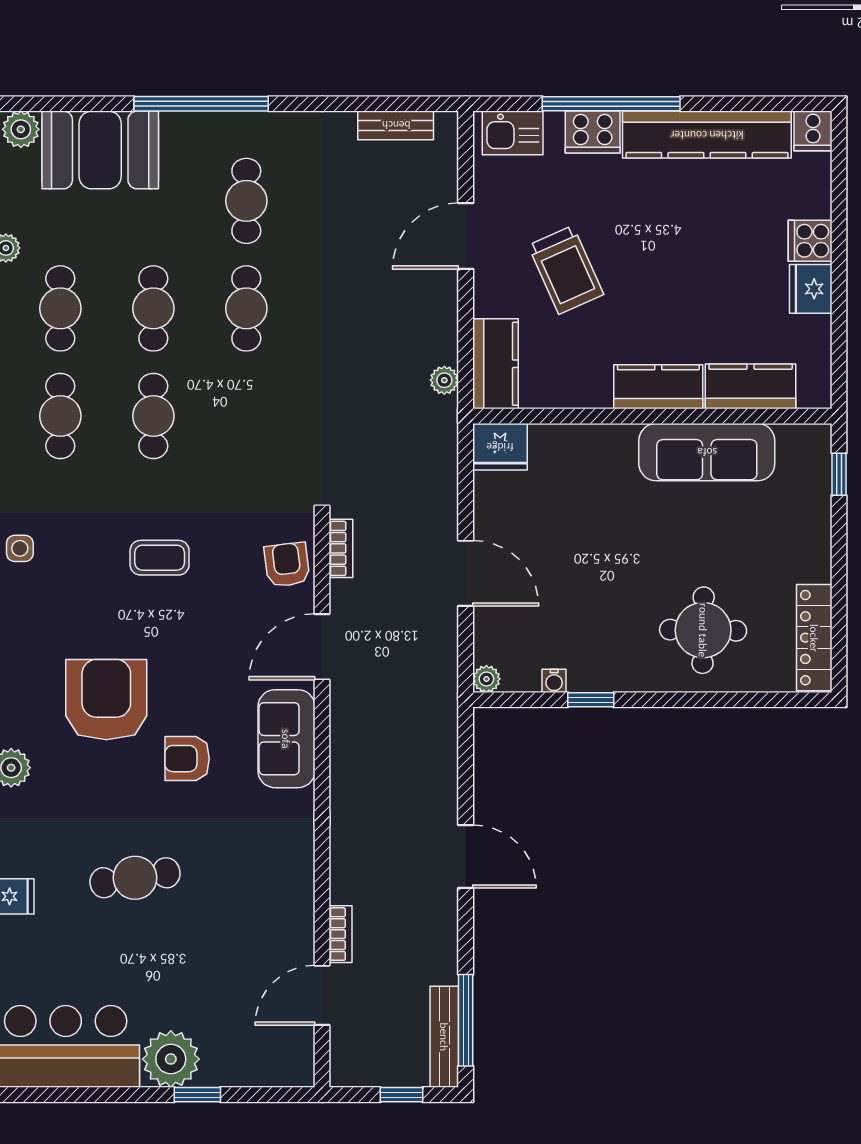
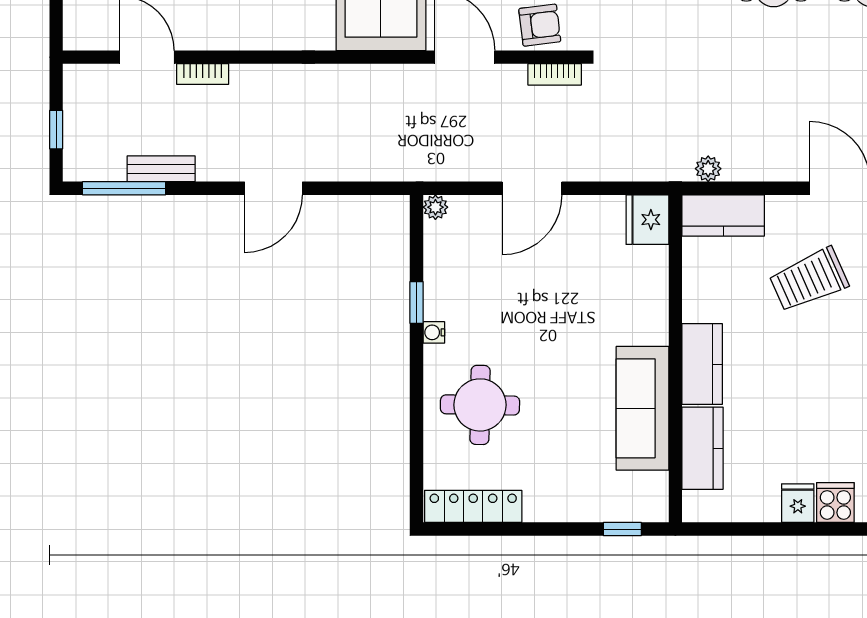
fridge: (811, 289) -> (798, 503), width x0.72
water cooler: (554, 681) -> (434, 332), moved
bench: (444, 1037) -> (161, 169), moved, width x0.73

